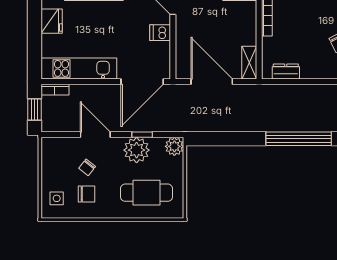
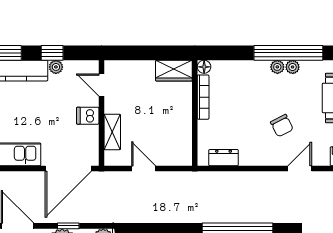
shelving: (249, 63) -> (112, 132), moved
door: (212, 82) -> (144, 169), width x0.53

